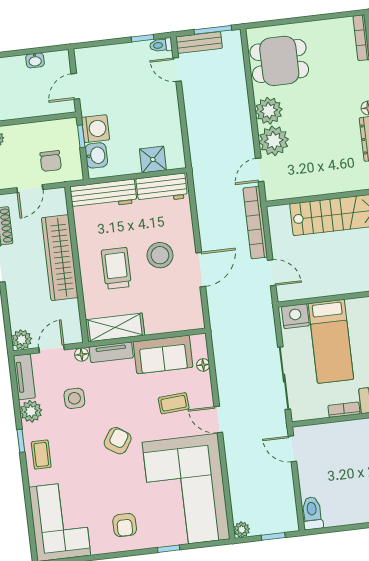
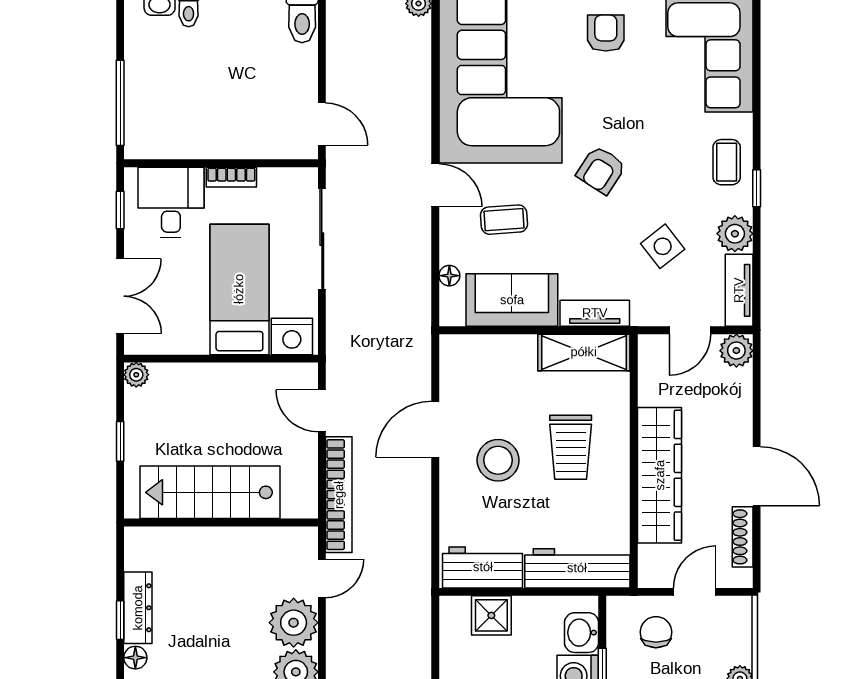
floor lamp: (82, 354) -> (643, 315), removed
side table: (74, 398) -> (663, 246), turned -38

